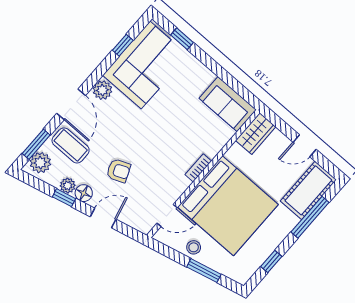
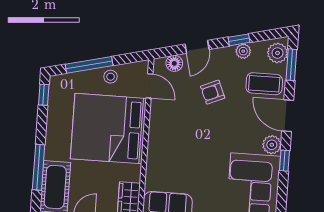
window: (123, 45) -> (284, 161), moved
bookcase: (198, 168) -> (153, 141), removed
floor lamp: (84, 193) -> (174, 63), moved
door: (167, 215) -> (149, 86), swing flipped
window: (271, 261) -> (44, 95), moved
window: (204, 271) -> (89, 65), width x1.44

